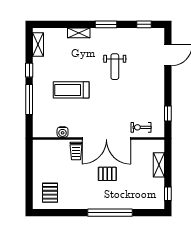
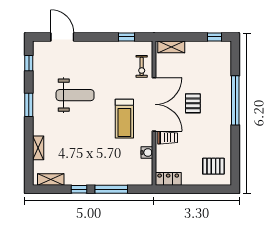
shelving: (79, 33) -> (38, 148), moved
weight bench: (115, 67) -> (75, 95), width x1.36, depth x1.33
treadmill: (71, 90) -> (124, 119), moved
locker: (39, 151) -> (168, 179), added
shelving: (159, 165) -> (171, 47), moved

